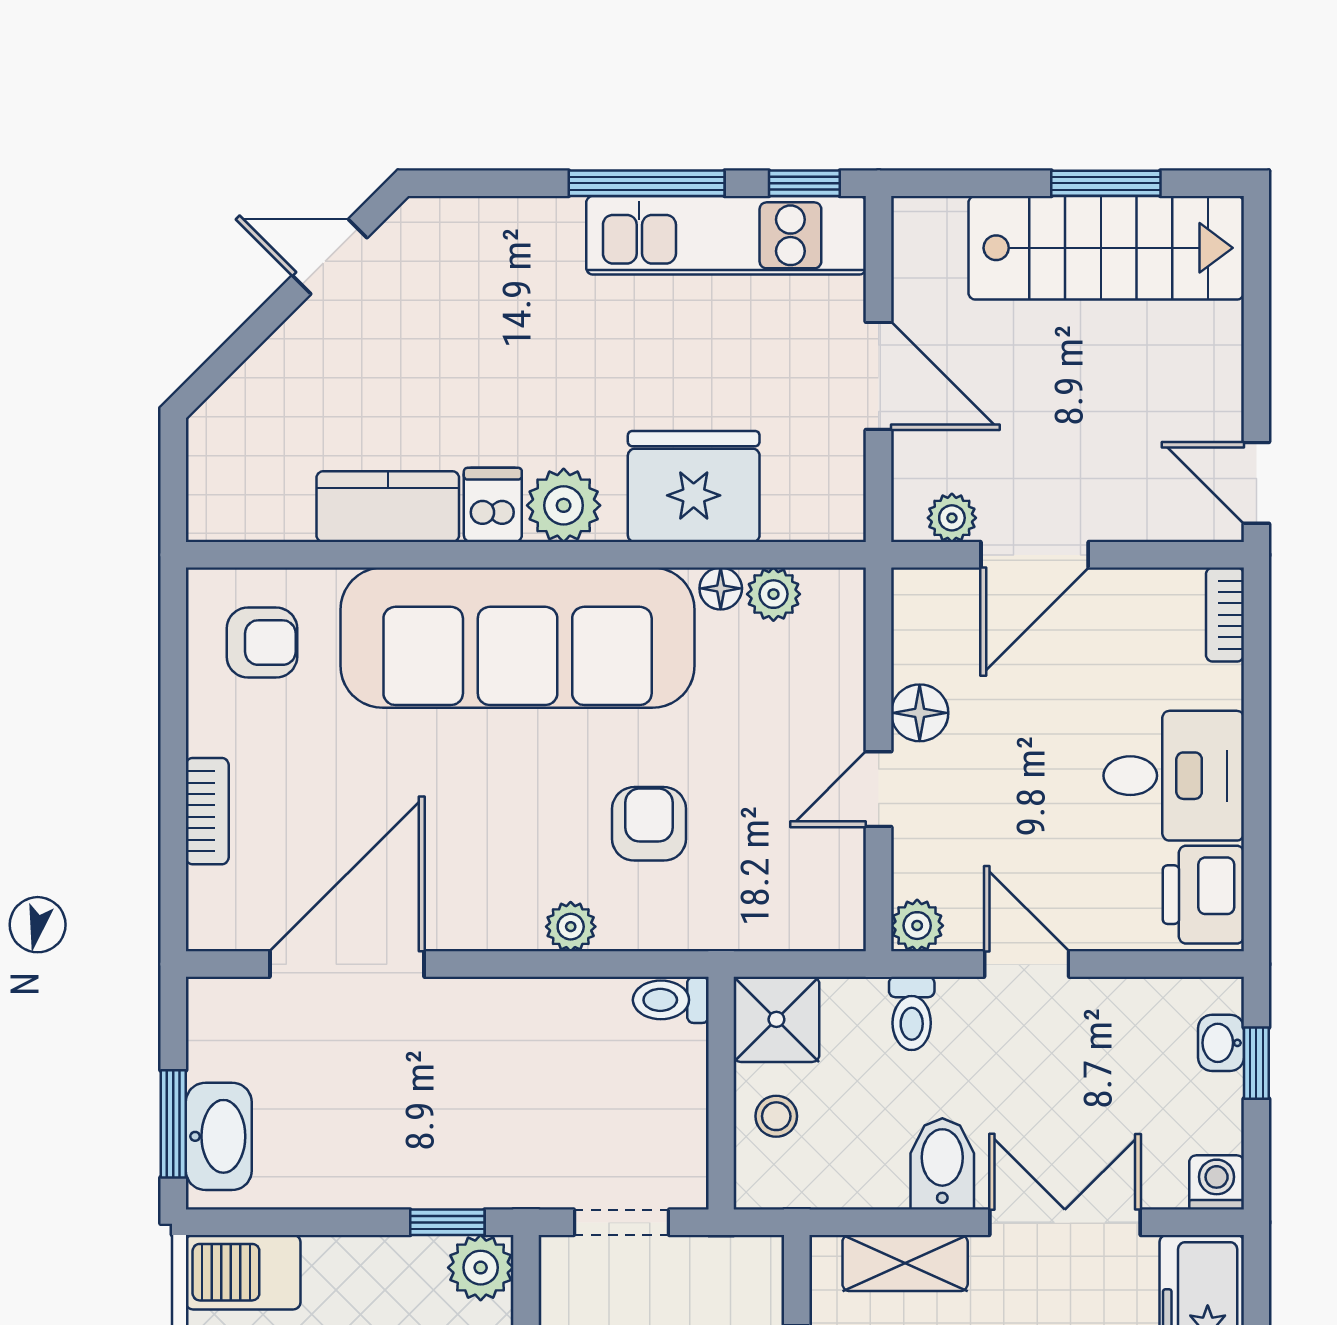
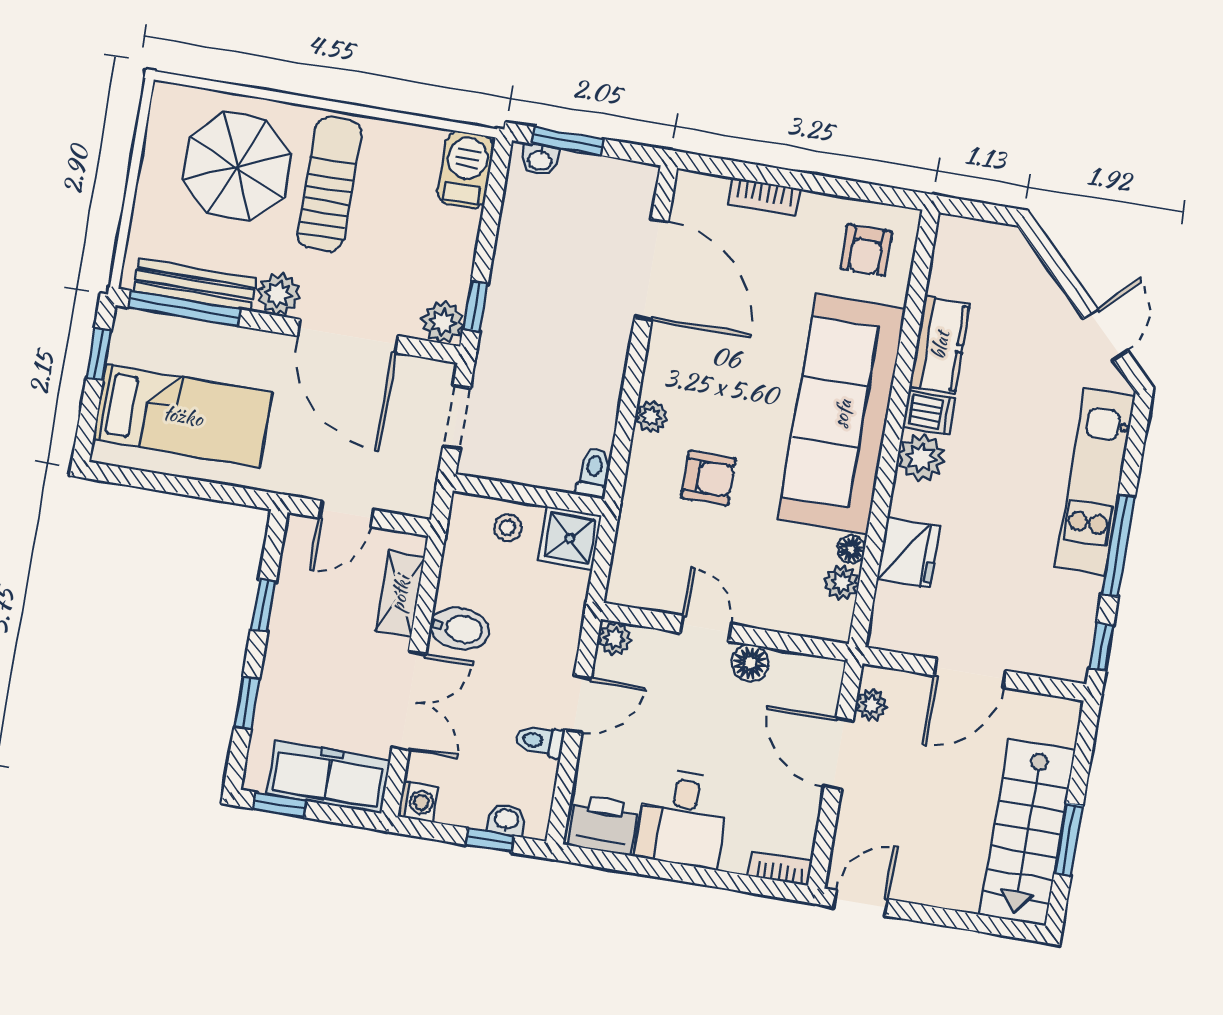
kitchen unit: (726, 235) -> (1095, 482), moved
fridge: (694, 487) -> (908, 553), width x0.73, depth x0.75
toilet: (912, 1013) -> (539, 741), moved
washbasin: (219, 1136) -> (540, 160), width x0.52, depth x0.69

